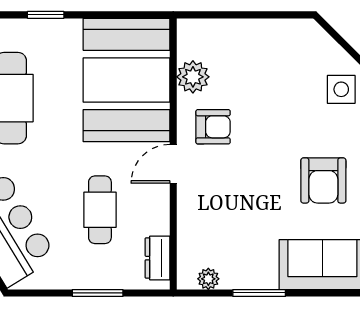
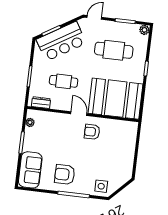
plant: (193, 77) -> (114, 126), removed
armchair: (213, 127) -> (92, 132), turned 90

